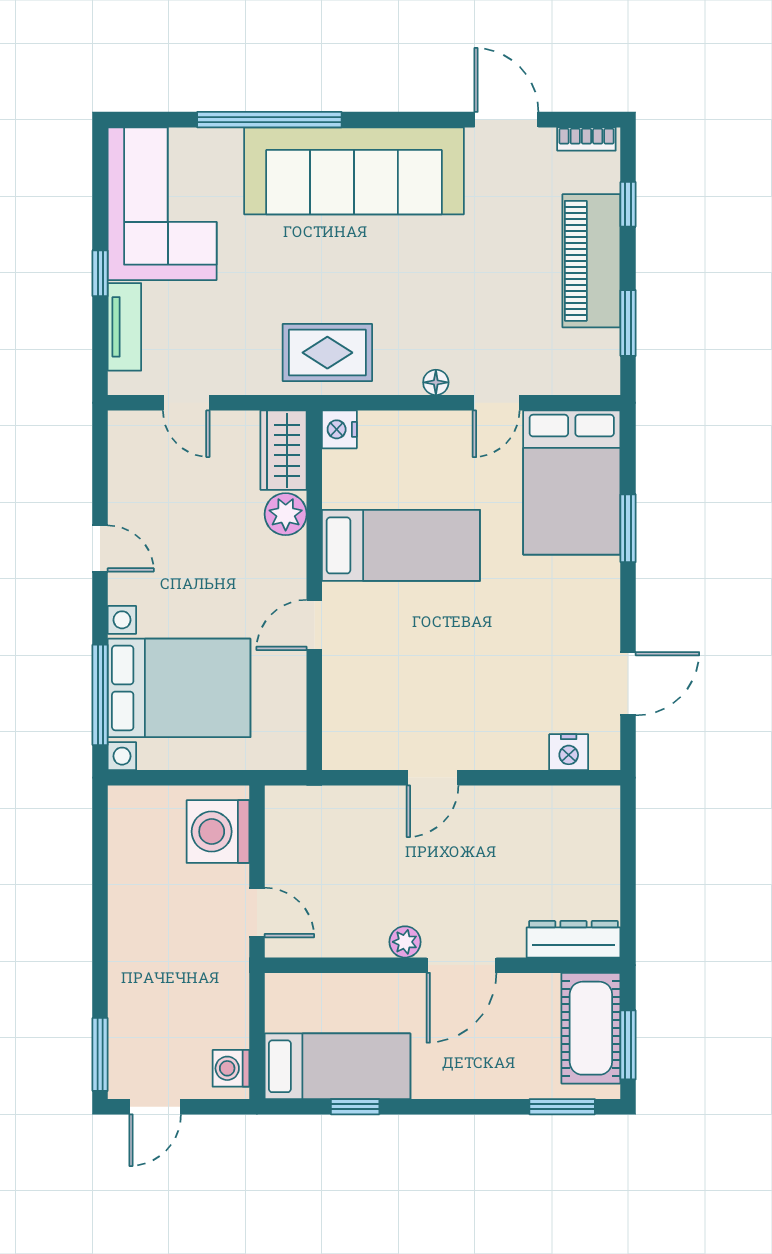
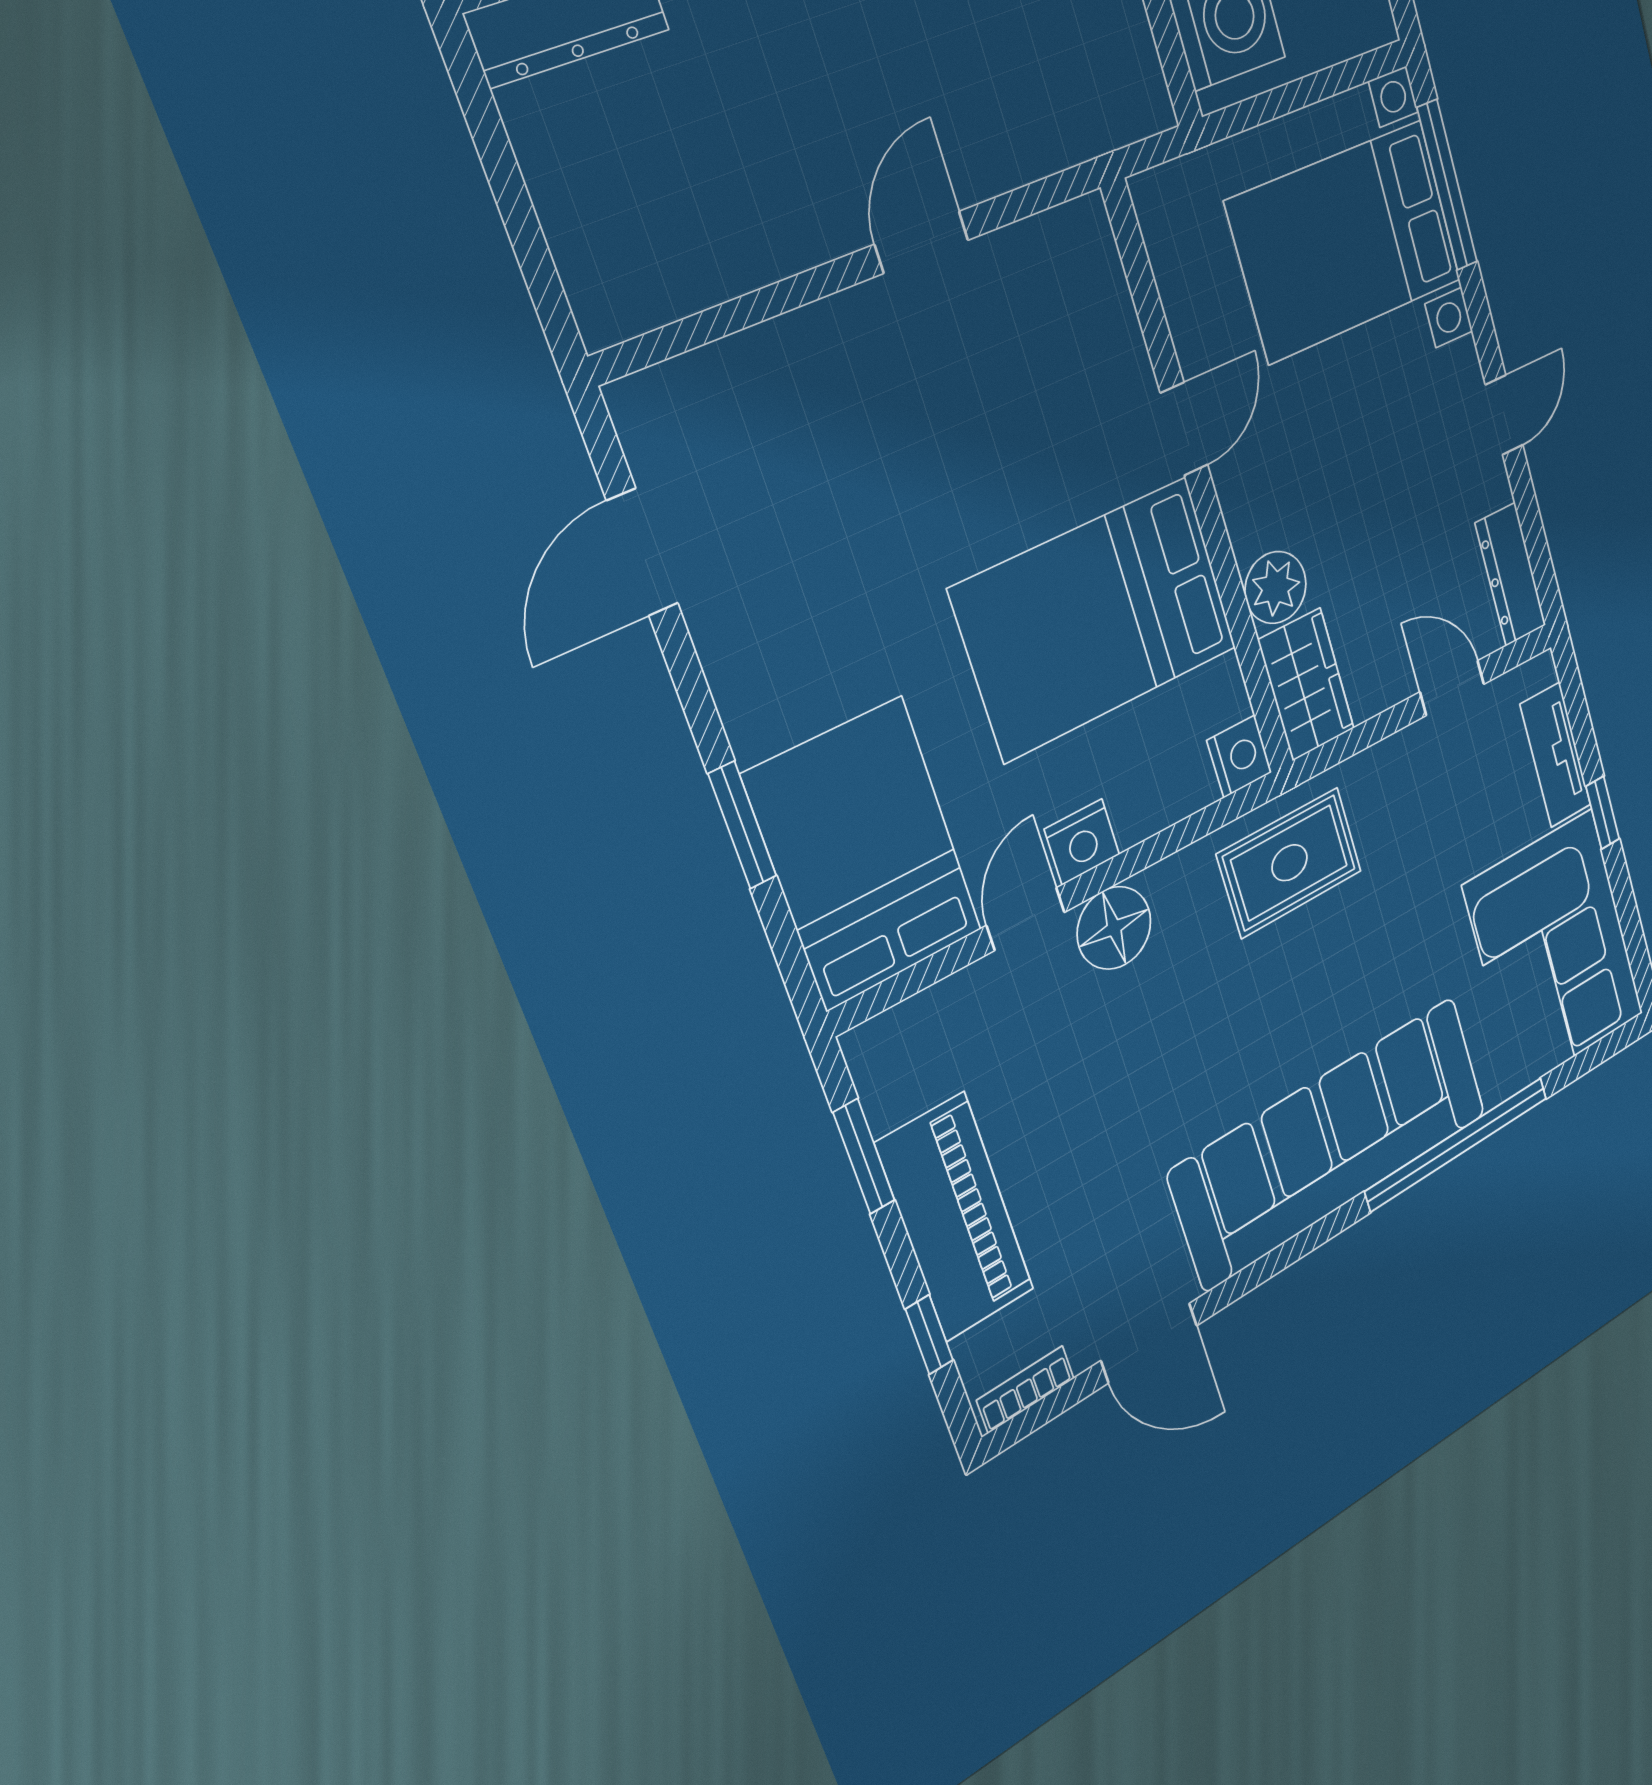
floor lamp: (436, 382) -> (1114, 928), width x1.89, depth x1.89
dresser: (124, 452) -> (1511, 575), added
bed: (401, 545) -> (1096, 619), width x1.50
door: (100, 549) -> (1504, 415), swing flipped
nightstand: (569, 752) -> (1082, 842), moved, turned 180

